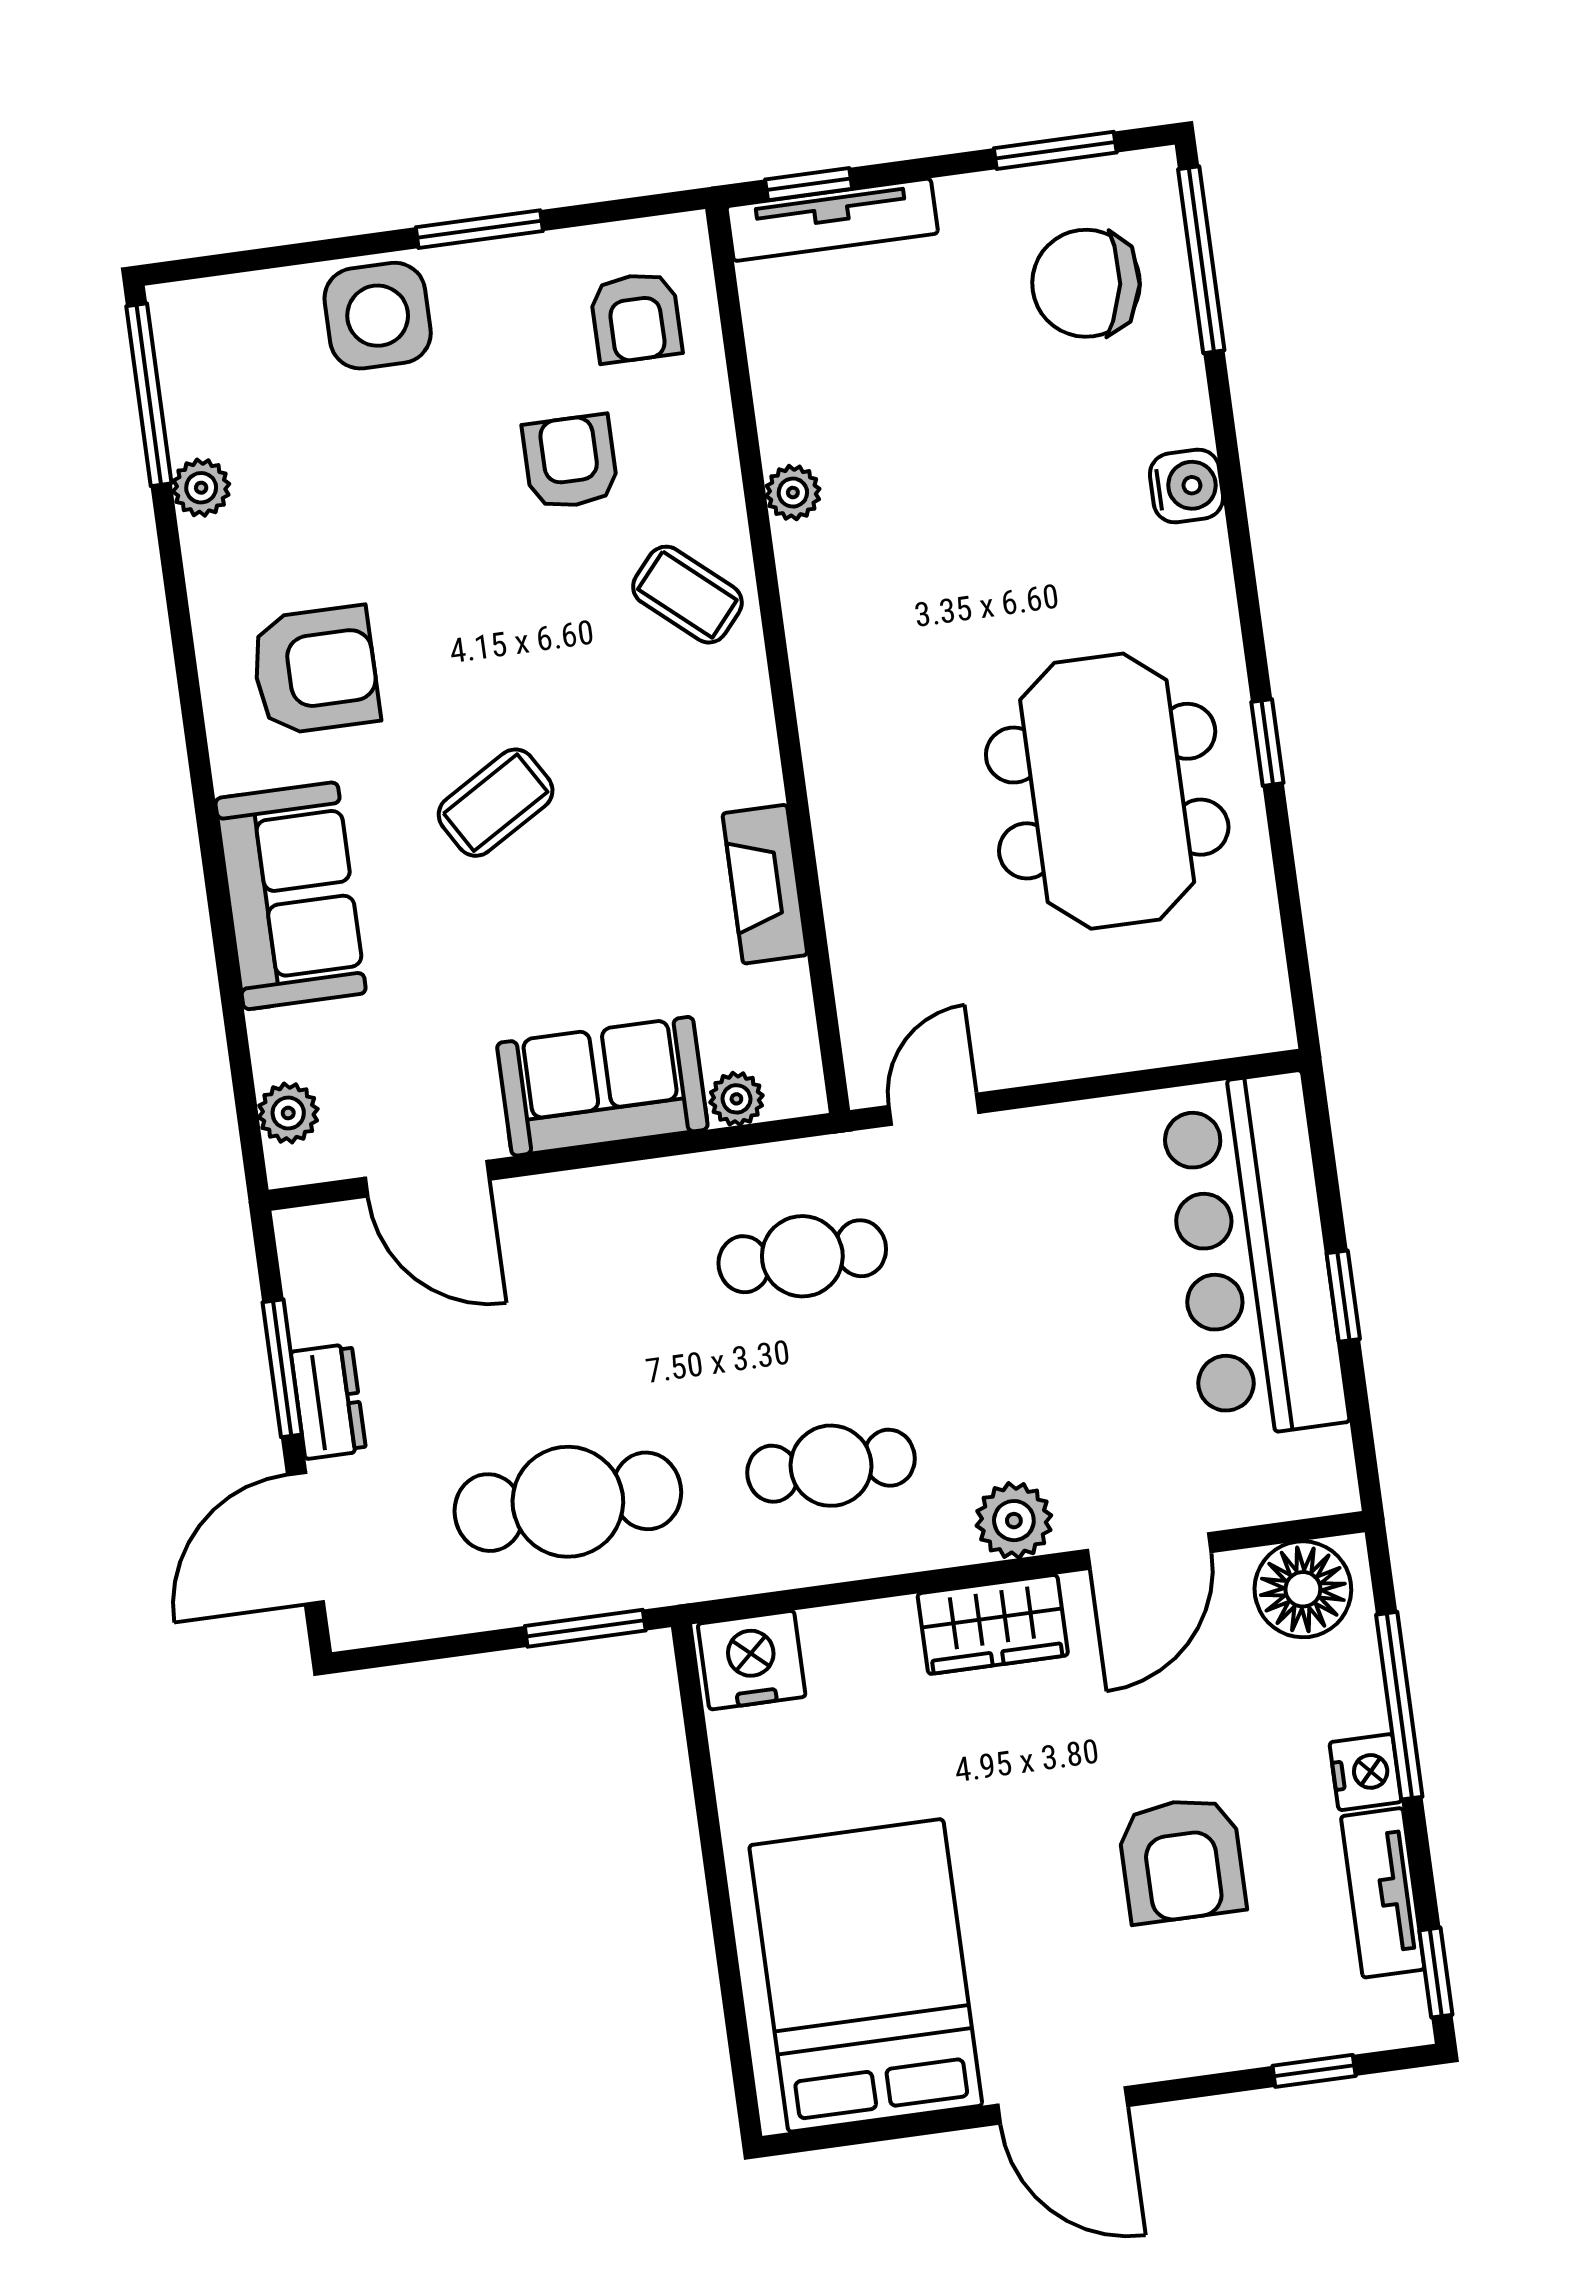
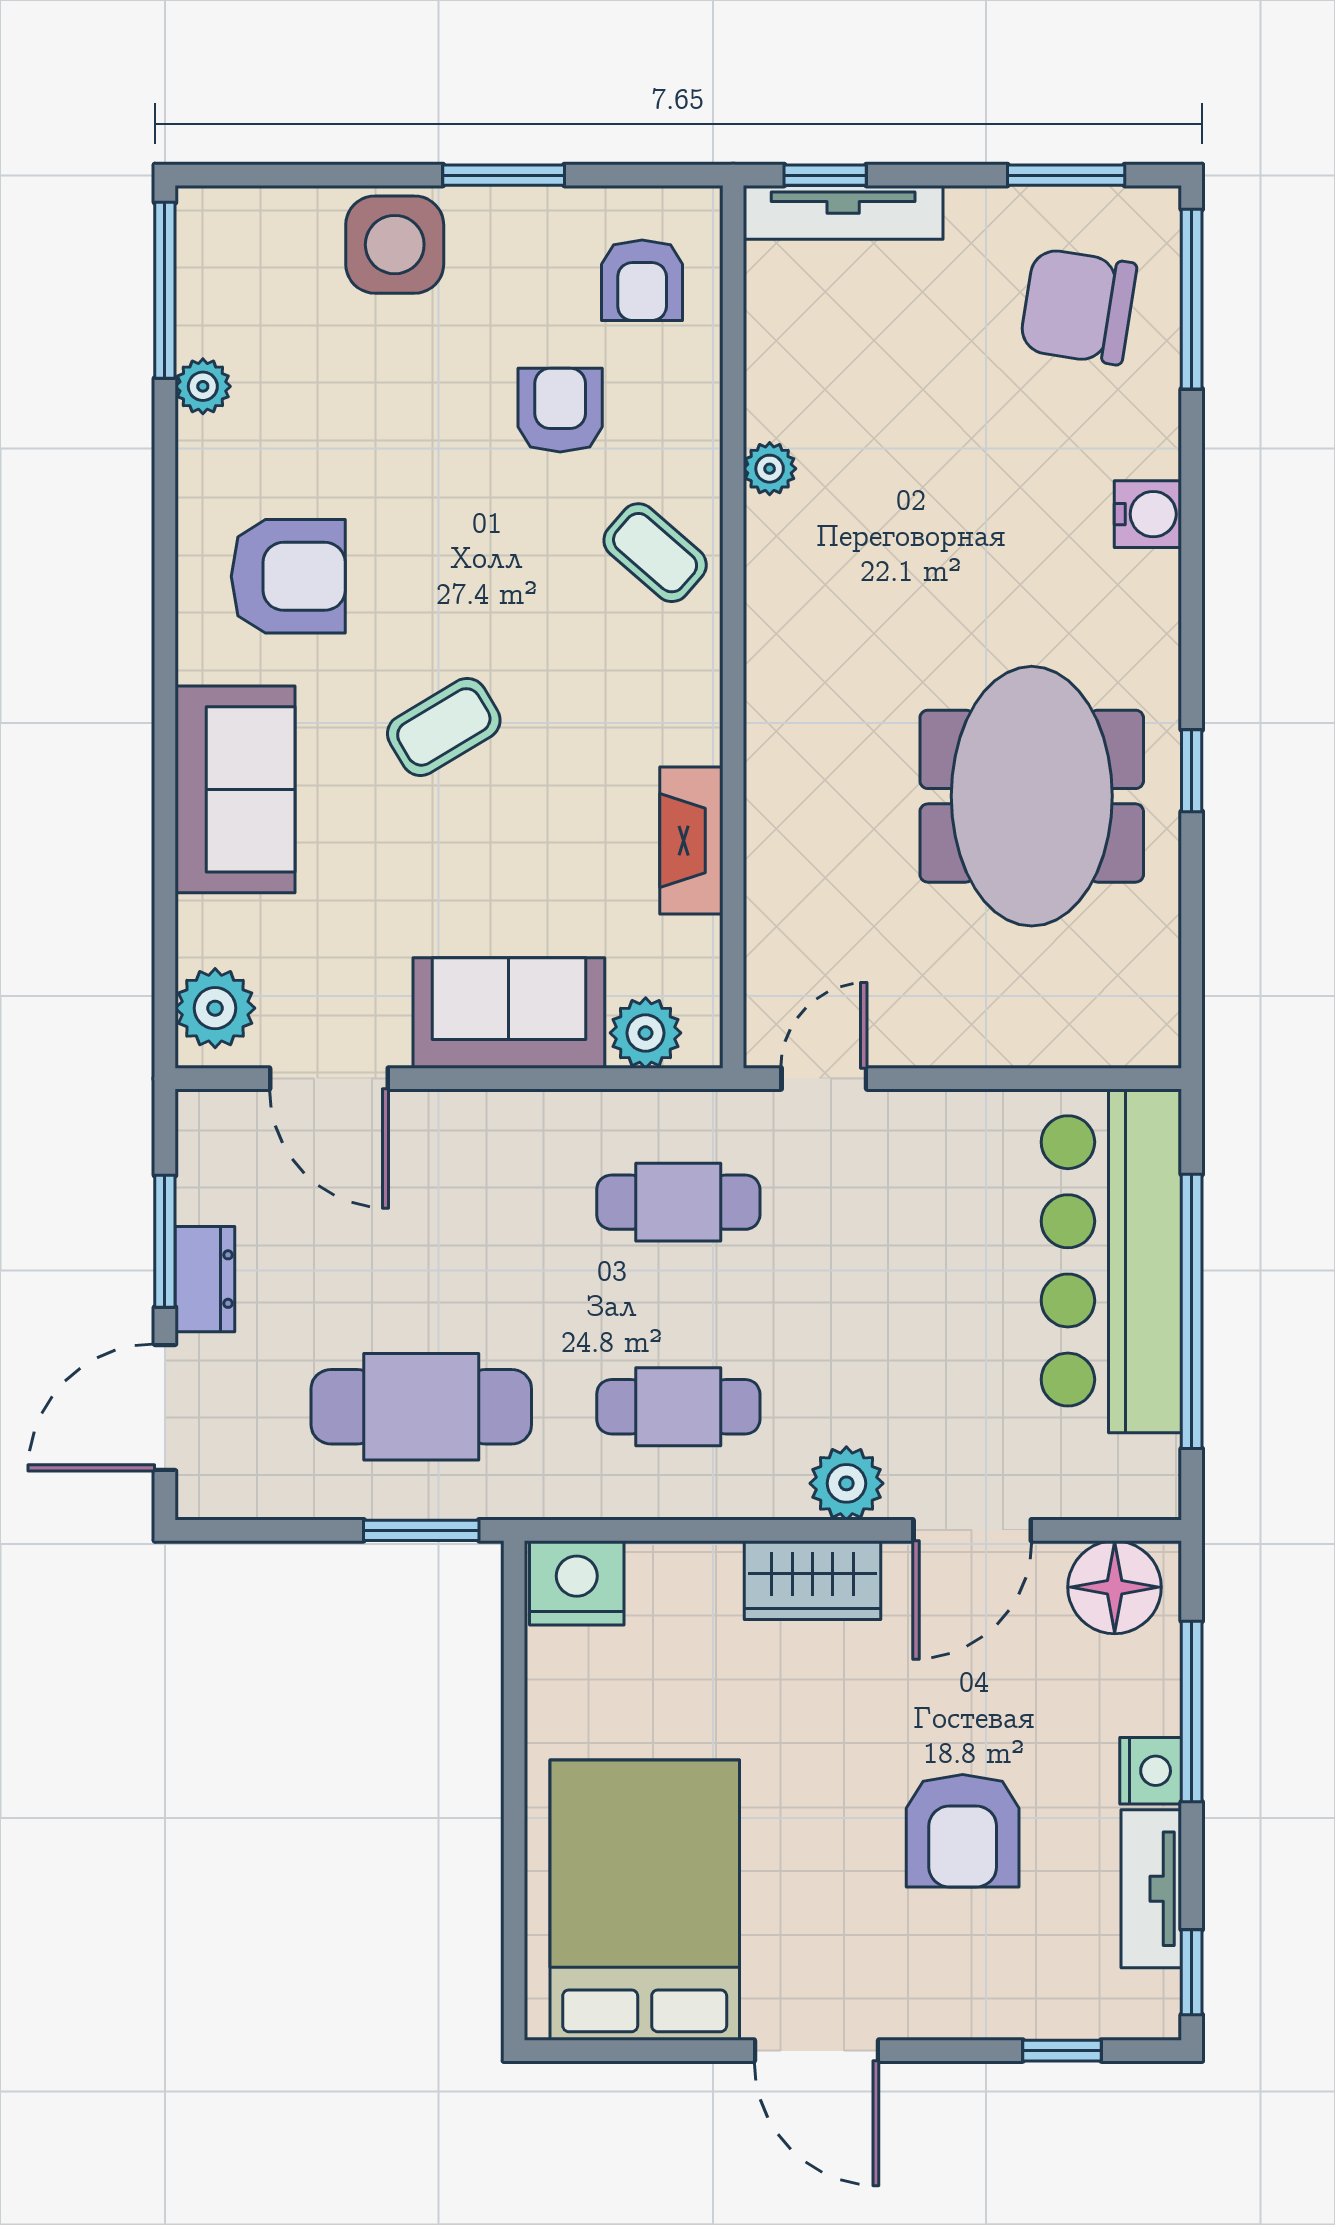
plant: (736, 1099) -> (646, 1033), width x1.38, depth x1.38
plant: (288, 1113) -> (215, 1008), width x1.38, depth x1.38
window: (1343, 1296) -> (1192, 1311), width x3.17

